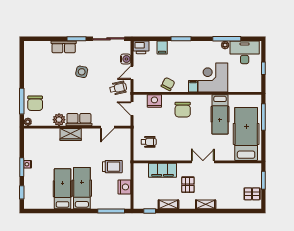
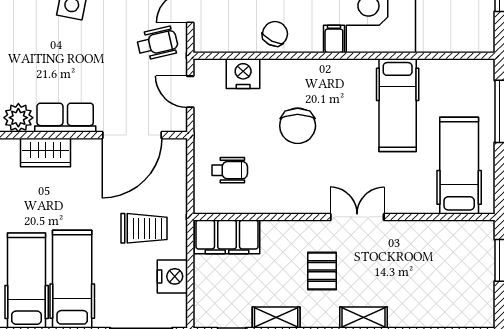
chair: (183, 110) -> (298, 126), moved
door: (107, 127) -> (132, 135), width x1.88
hospital bed: (246, 134) -> (459, 166), width x0.73, depth x0.78
filing cabinet: (163, 170) -> (227, 237), moved
pallet: (252, 194) -> (473, 293), removed

